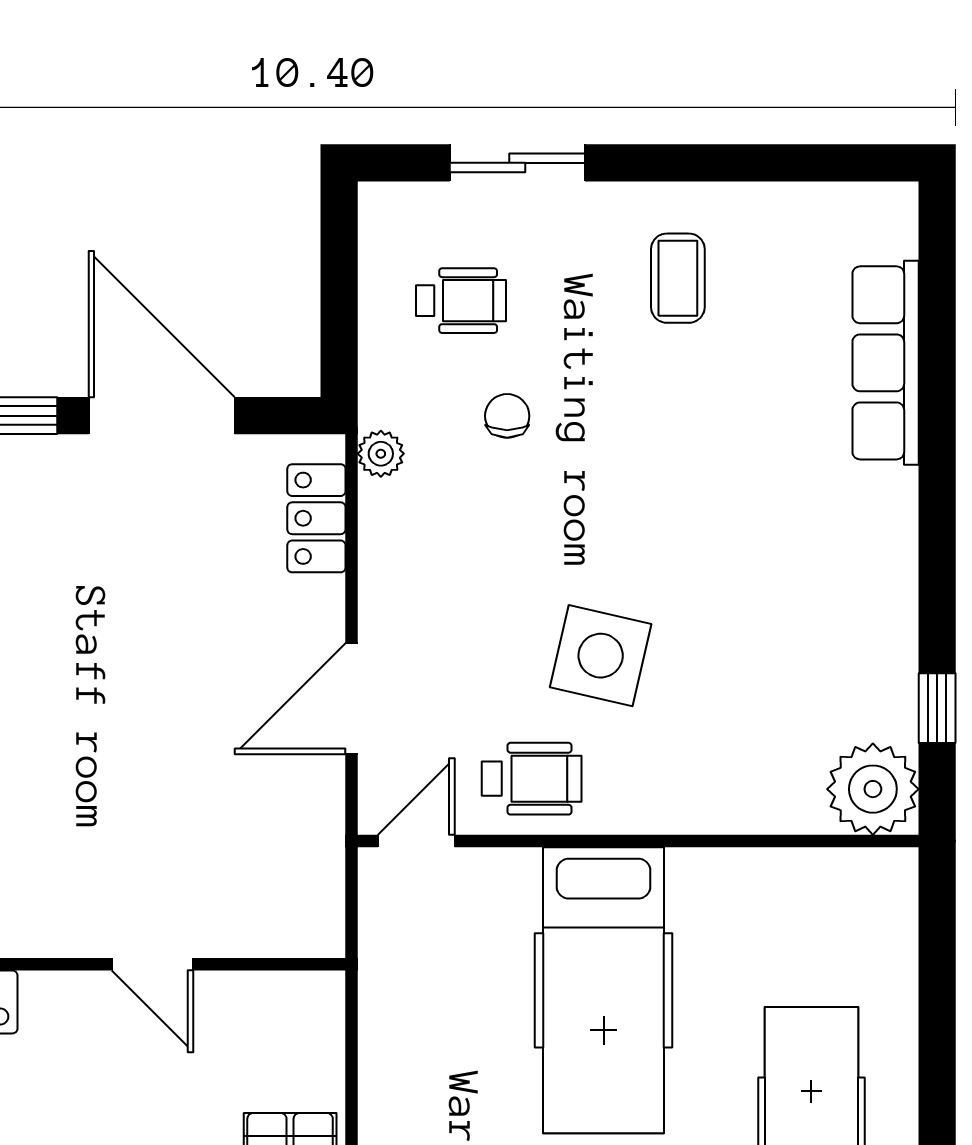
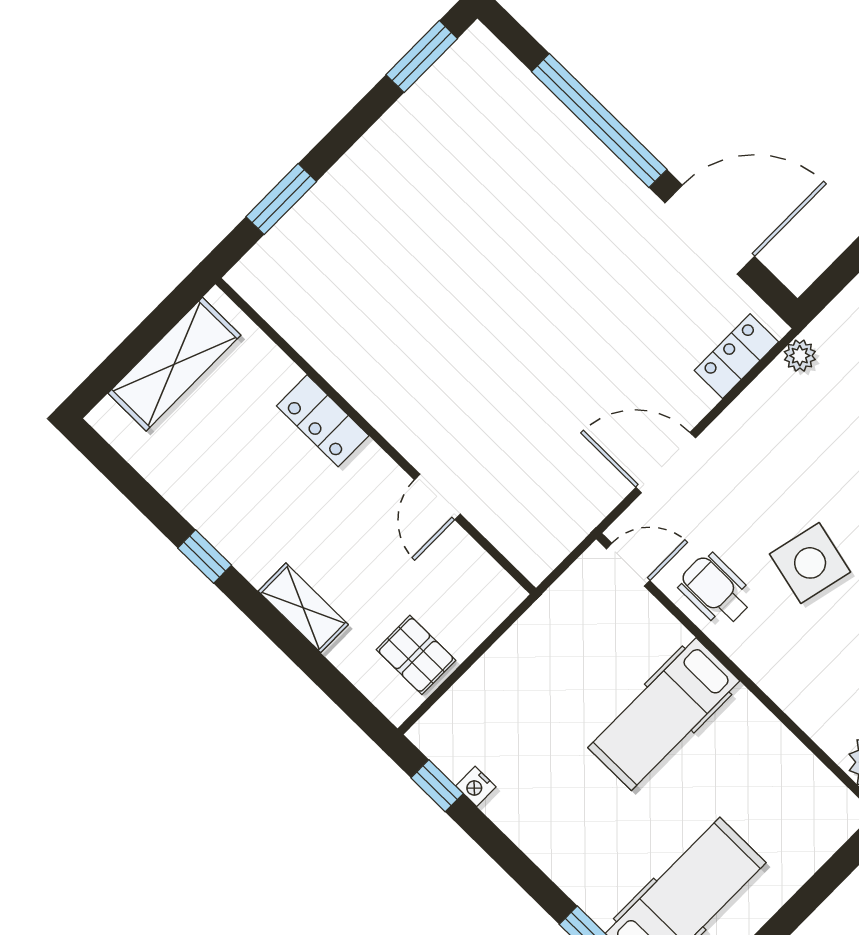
door: (162, 416) -> (710, 230), hinge flipped
wheelchair: (532, 779) -> (716, 590), turned 180
hospital bed: (604, 990) -> (664, 714), width x0.73, depth x0.78

